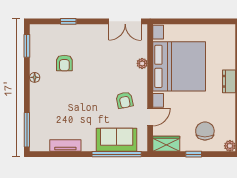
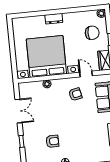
double door: (125, 21) -> (19, 111), moved
chair: (205, 131) -> (92, 33), turned 180

